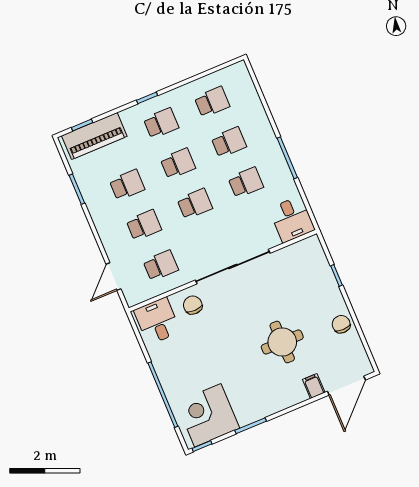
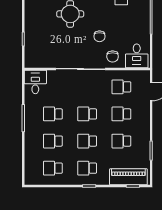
chair: (341, 324) -> (99, 36), moved

